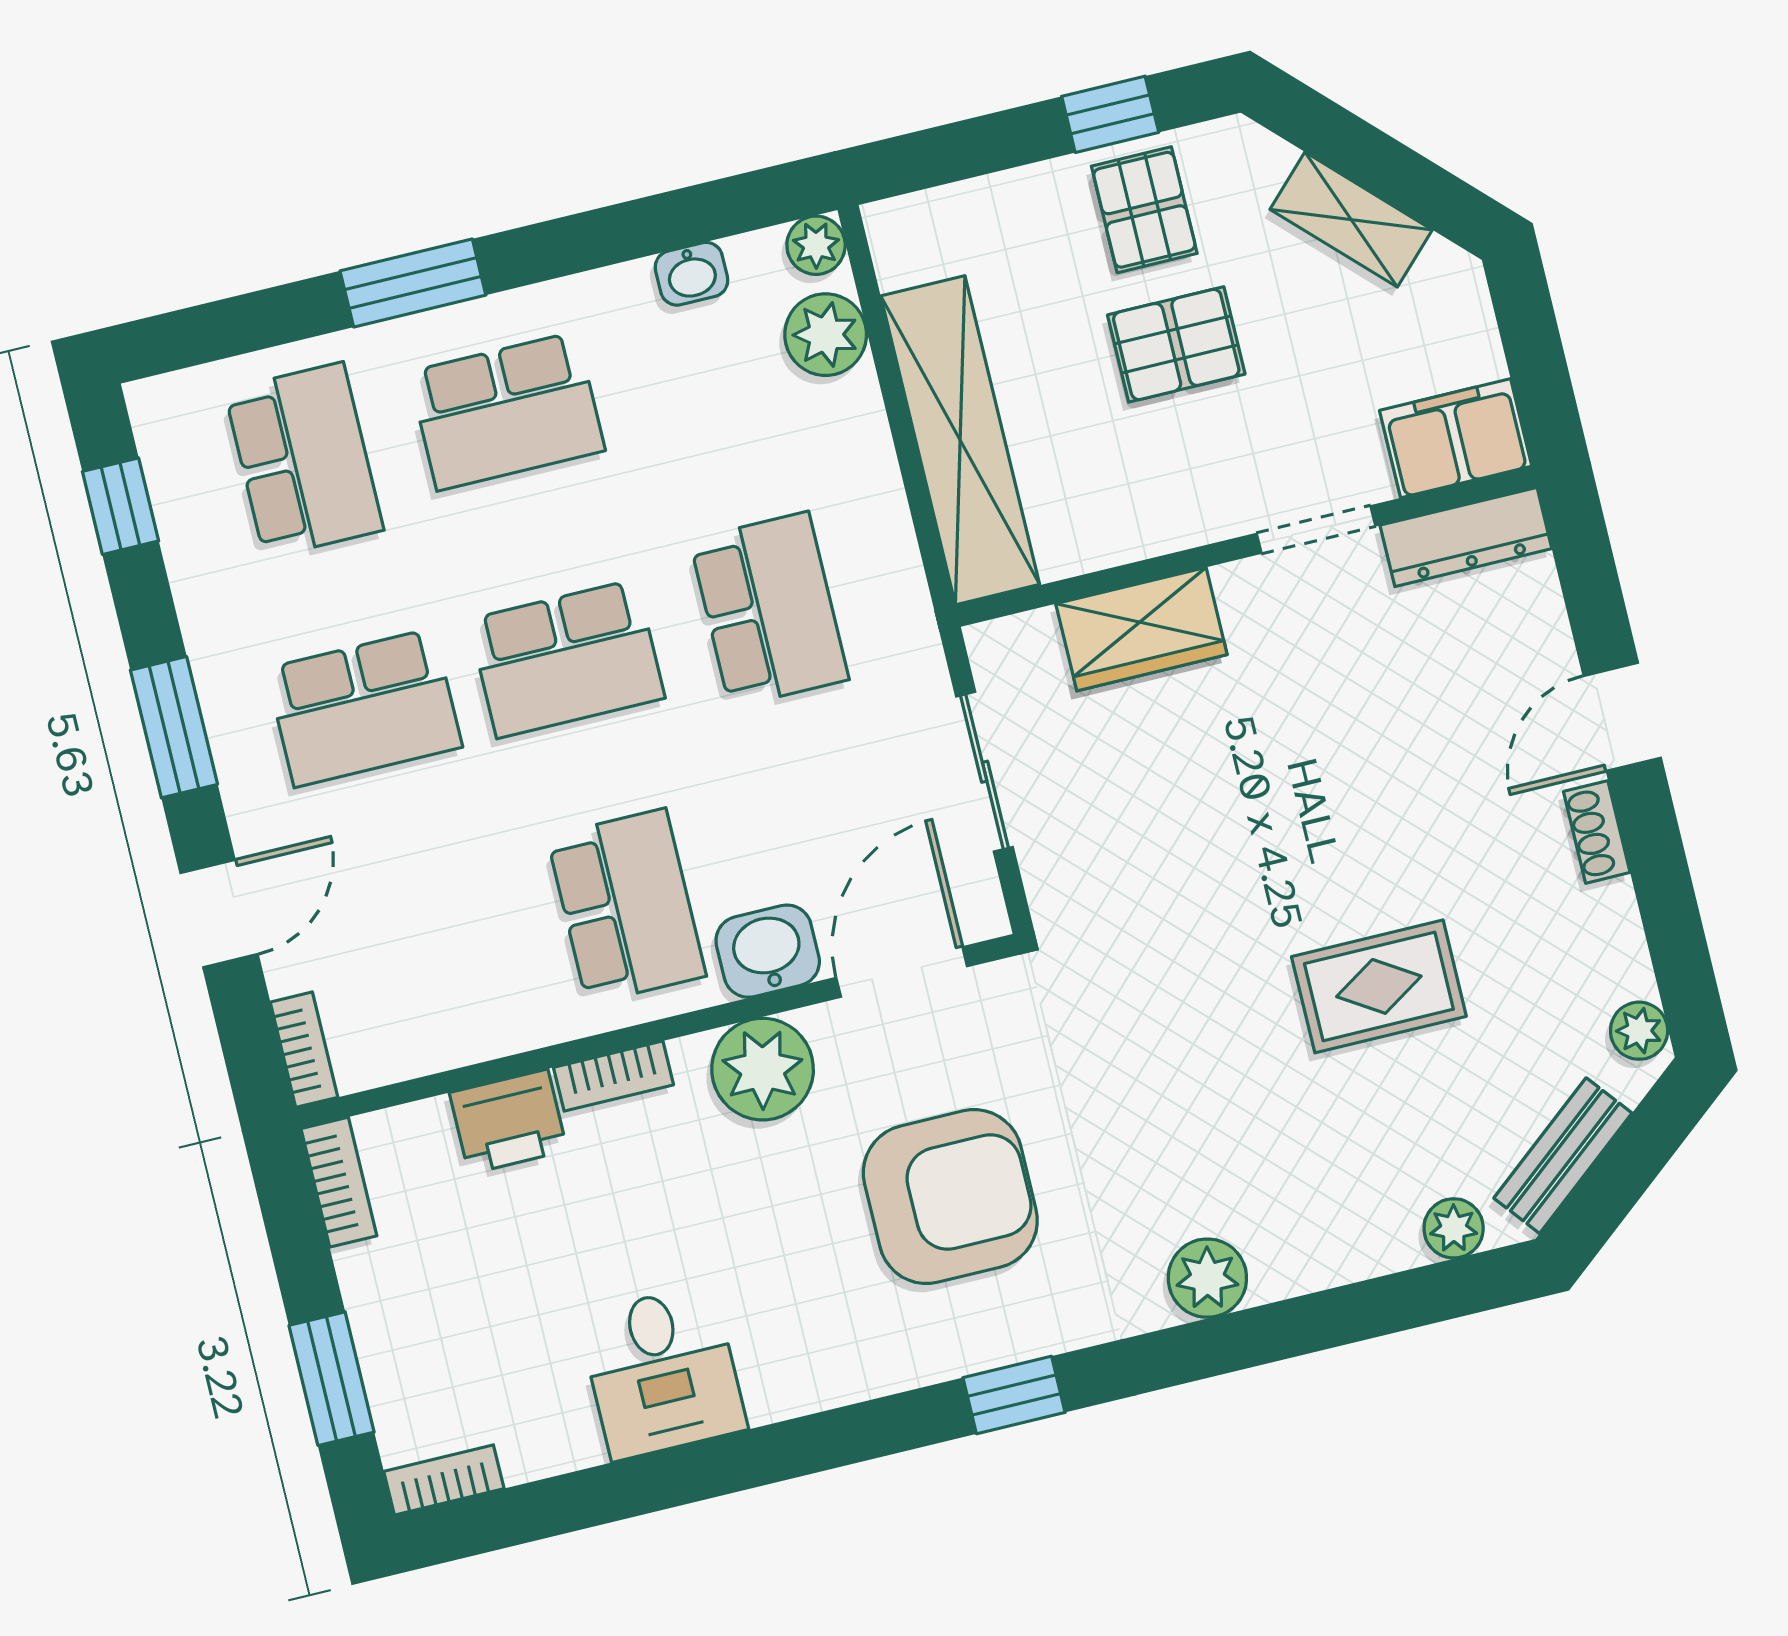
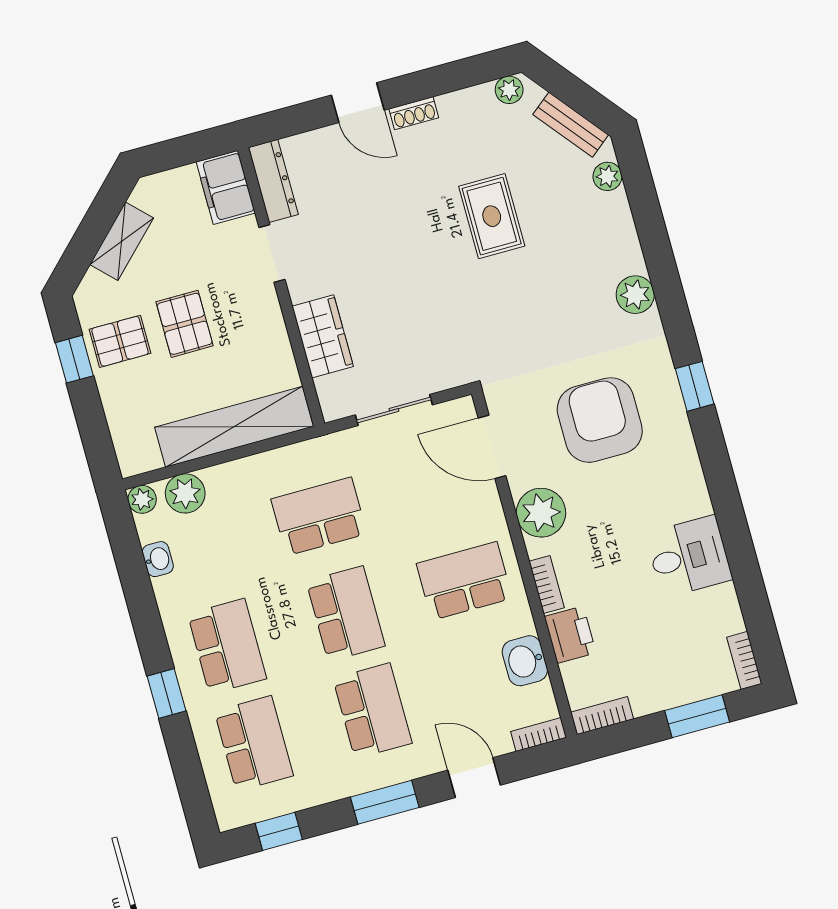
window: (413, 283) -> (166, 694), width x0.67
school desk: (304, 460) -> (254, 743), turned 90
washbasin: (768, 951) -> (525, 661), moved

